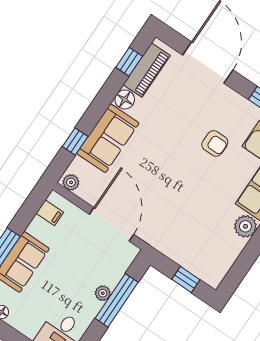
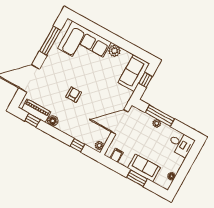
sofa: (108, 138) -> (134, 73), moved, turned -90
armchair: (215, 143) -> (74, 95), moved

